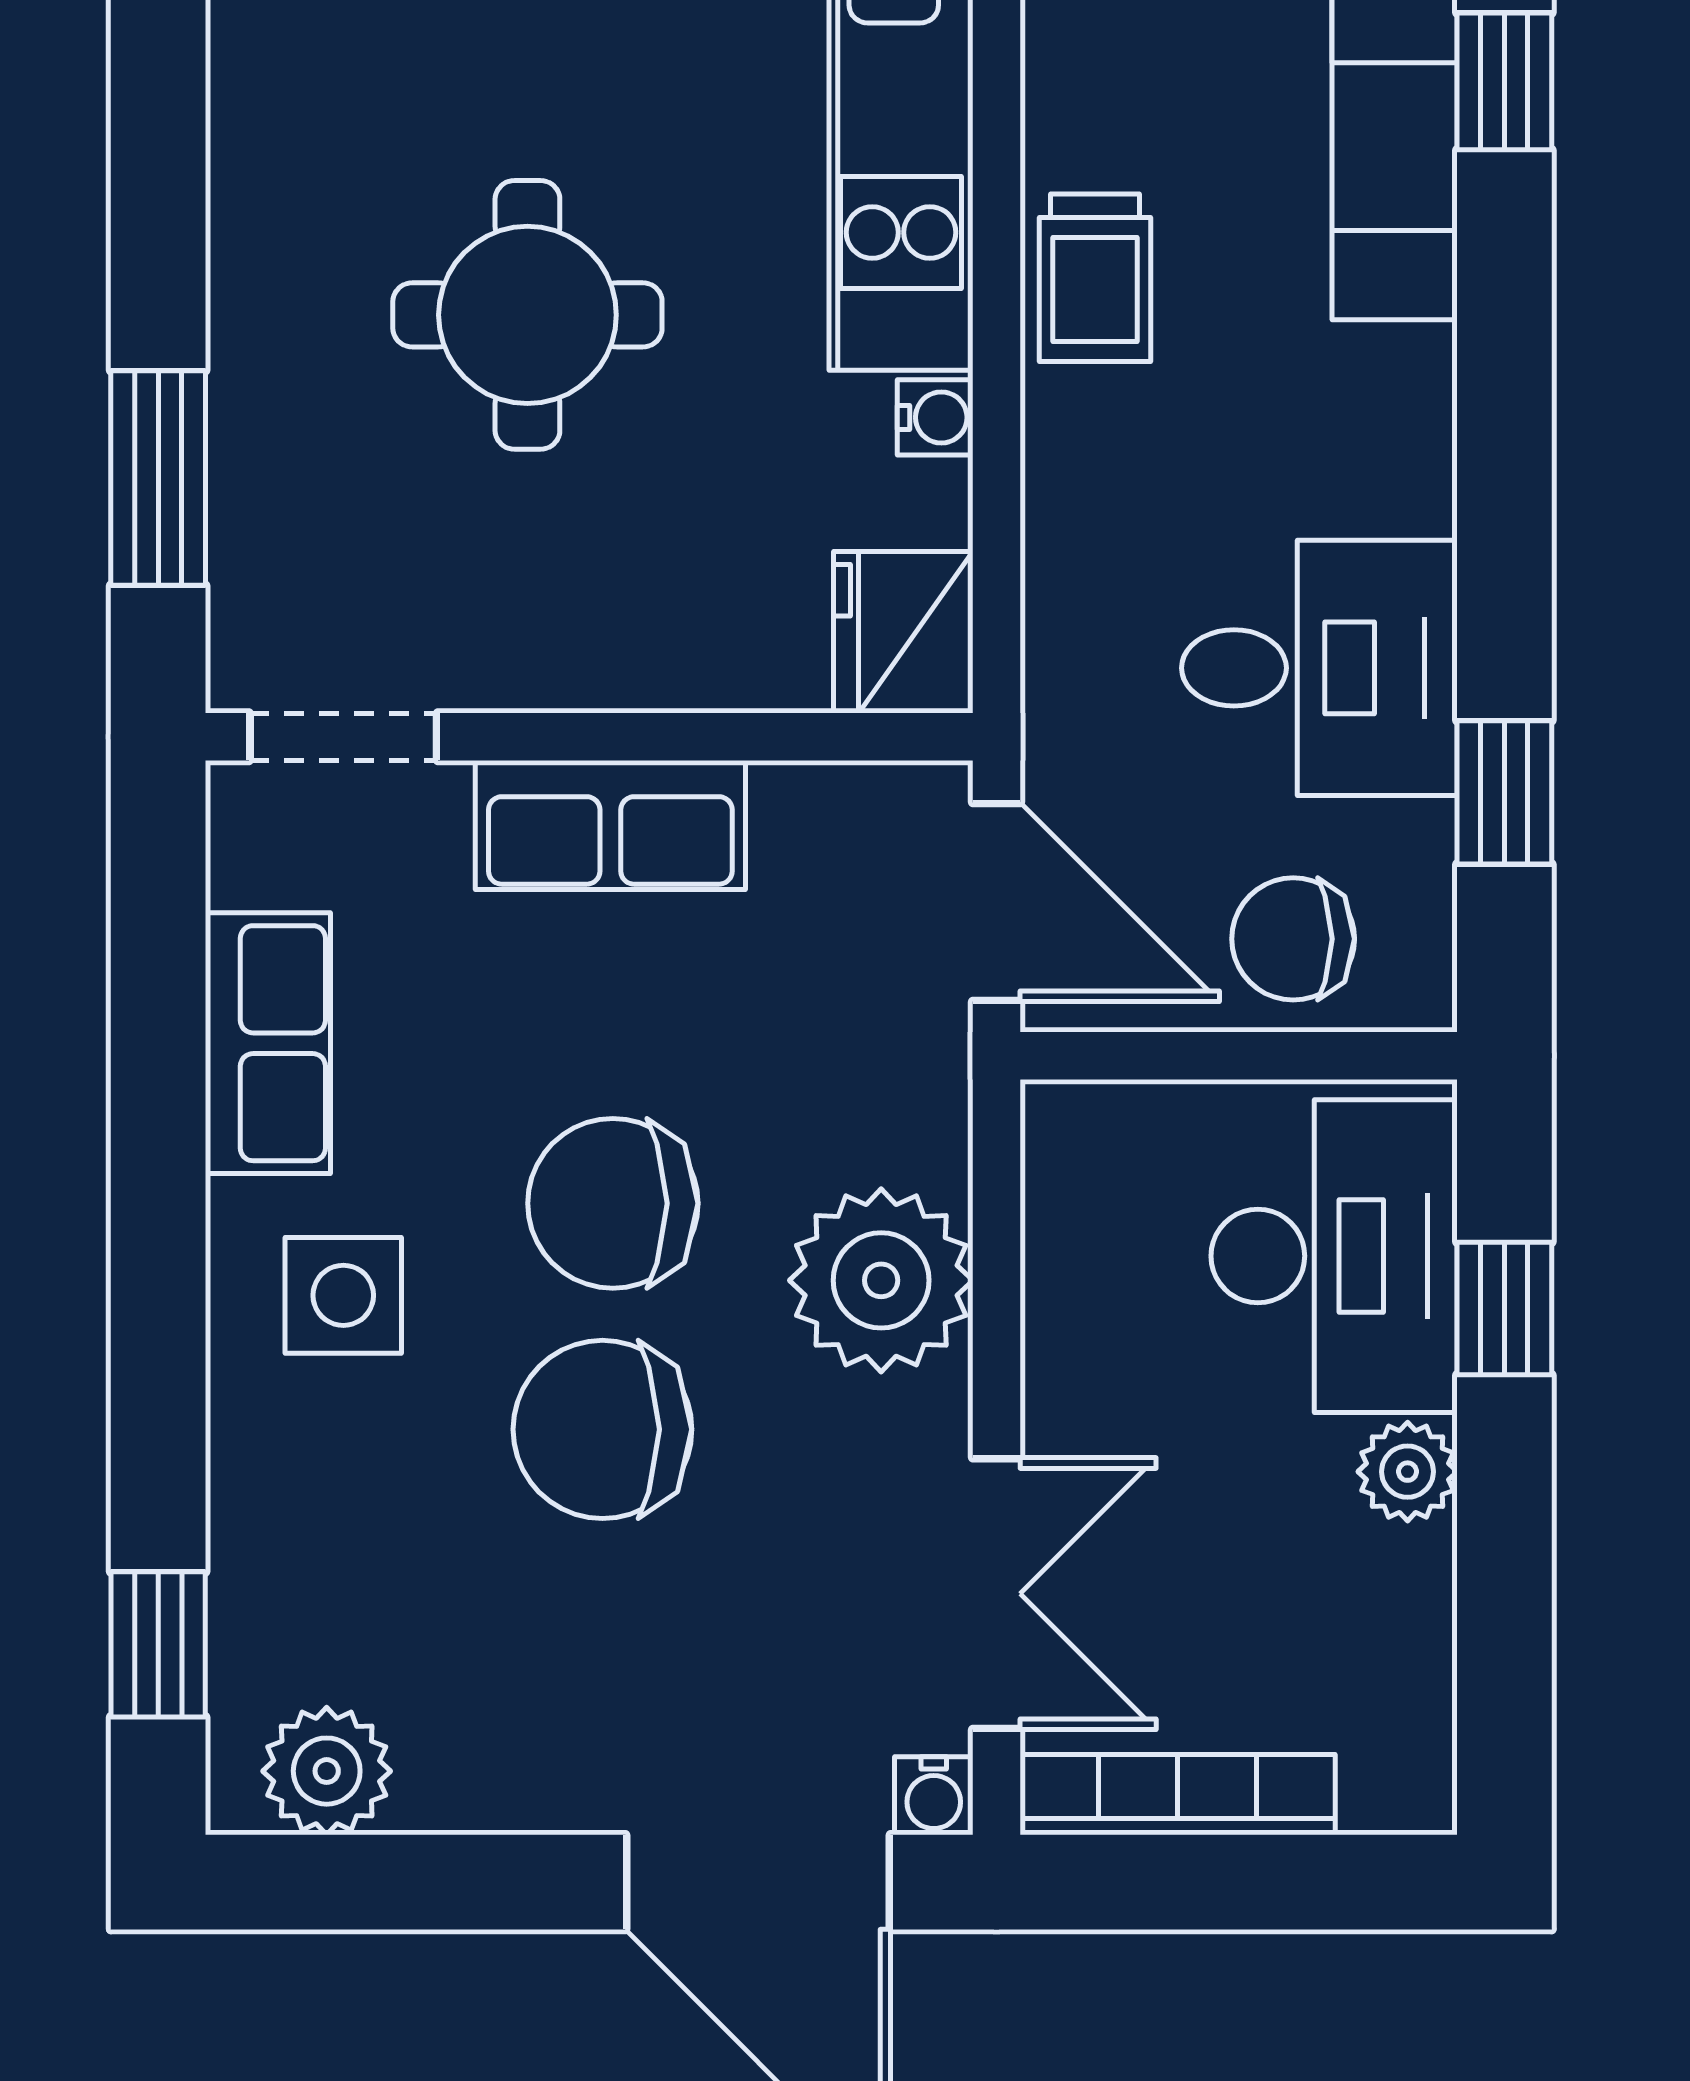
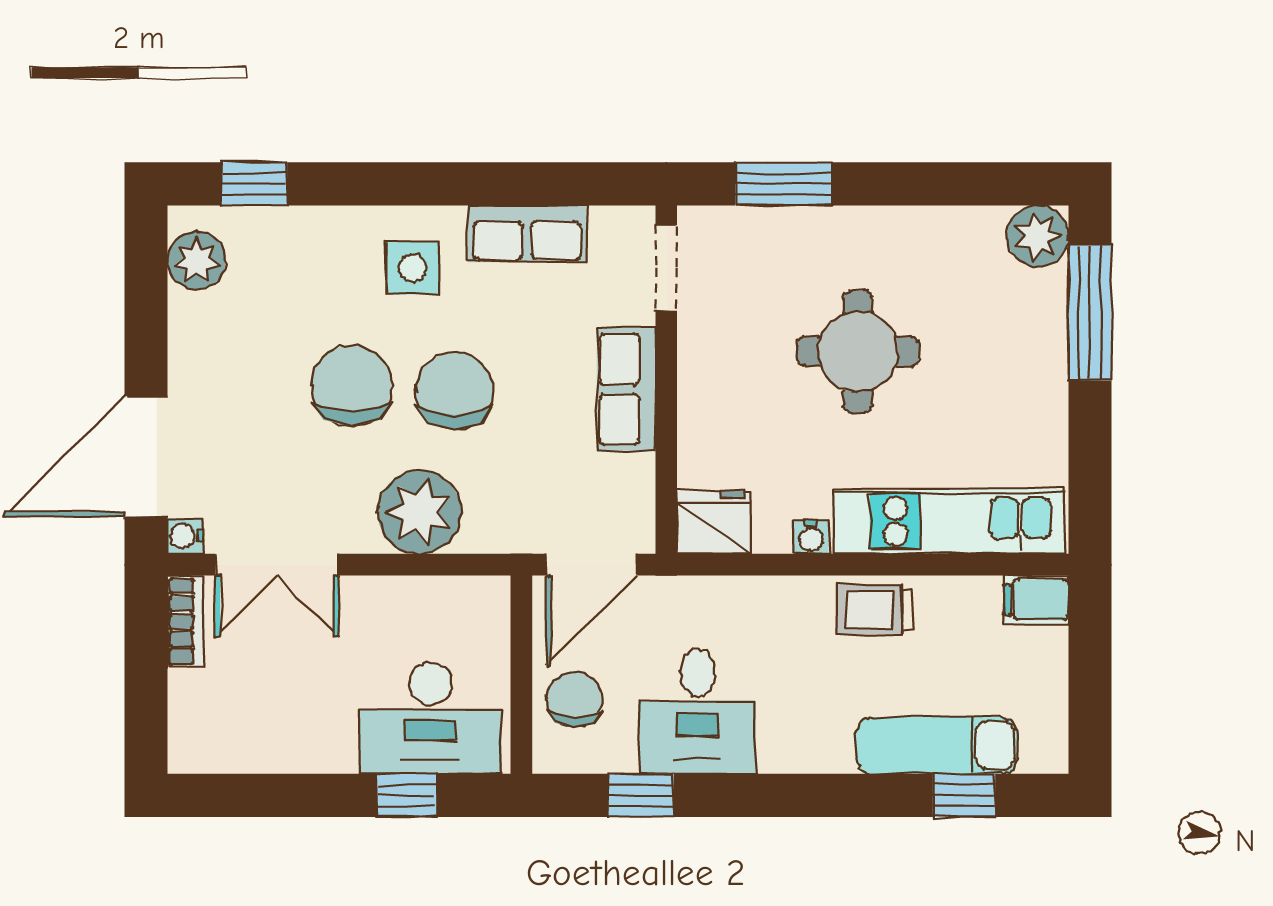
plant: (1408, 1472) -> (333, 751), removed
bookcase: (1178, 1795) -> (186, 621), width x0.64

